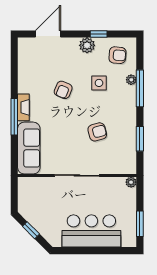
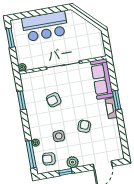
window: (140, 88) -> (31, 154), moved
window: (14, 117) -> (117, 100), width x0.69
window: (31, 230) -> (90, 19), removed

